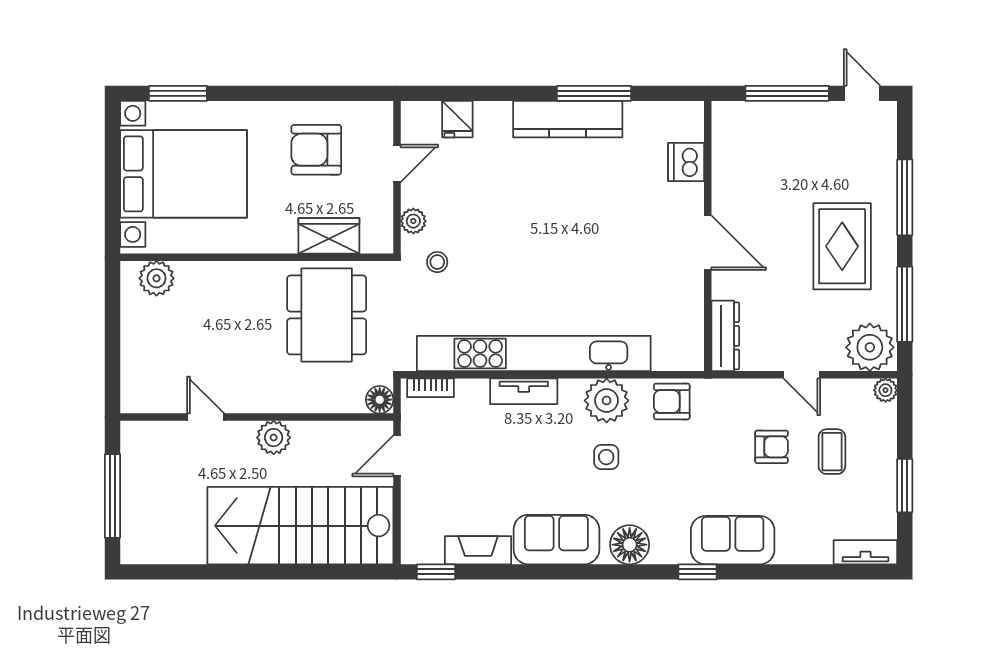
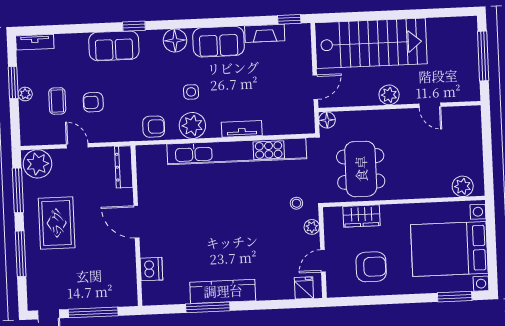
fridge: (457, 119) -> (304, 288), moved
bookcase: (431, 388) -> (297, 128), removed
plant: (885, 390) -> (25, 94), moved

